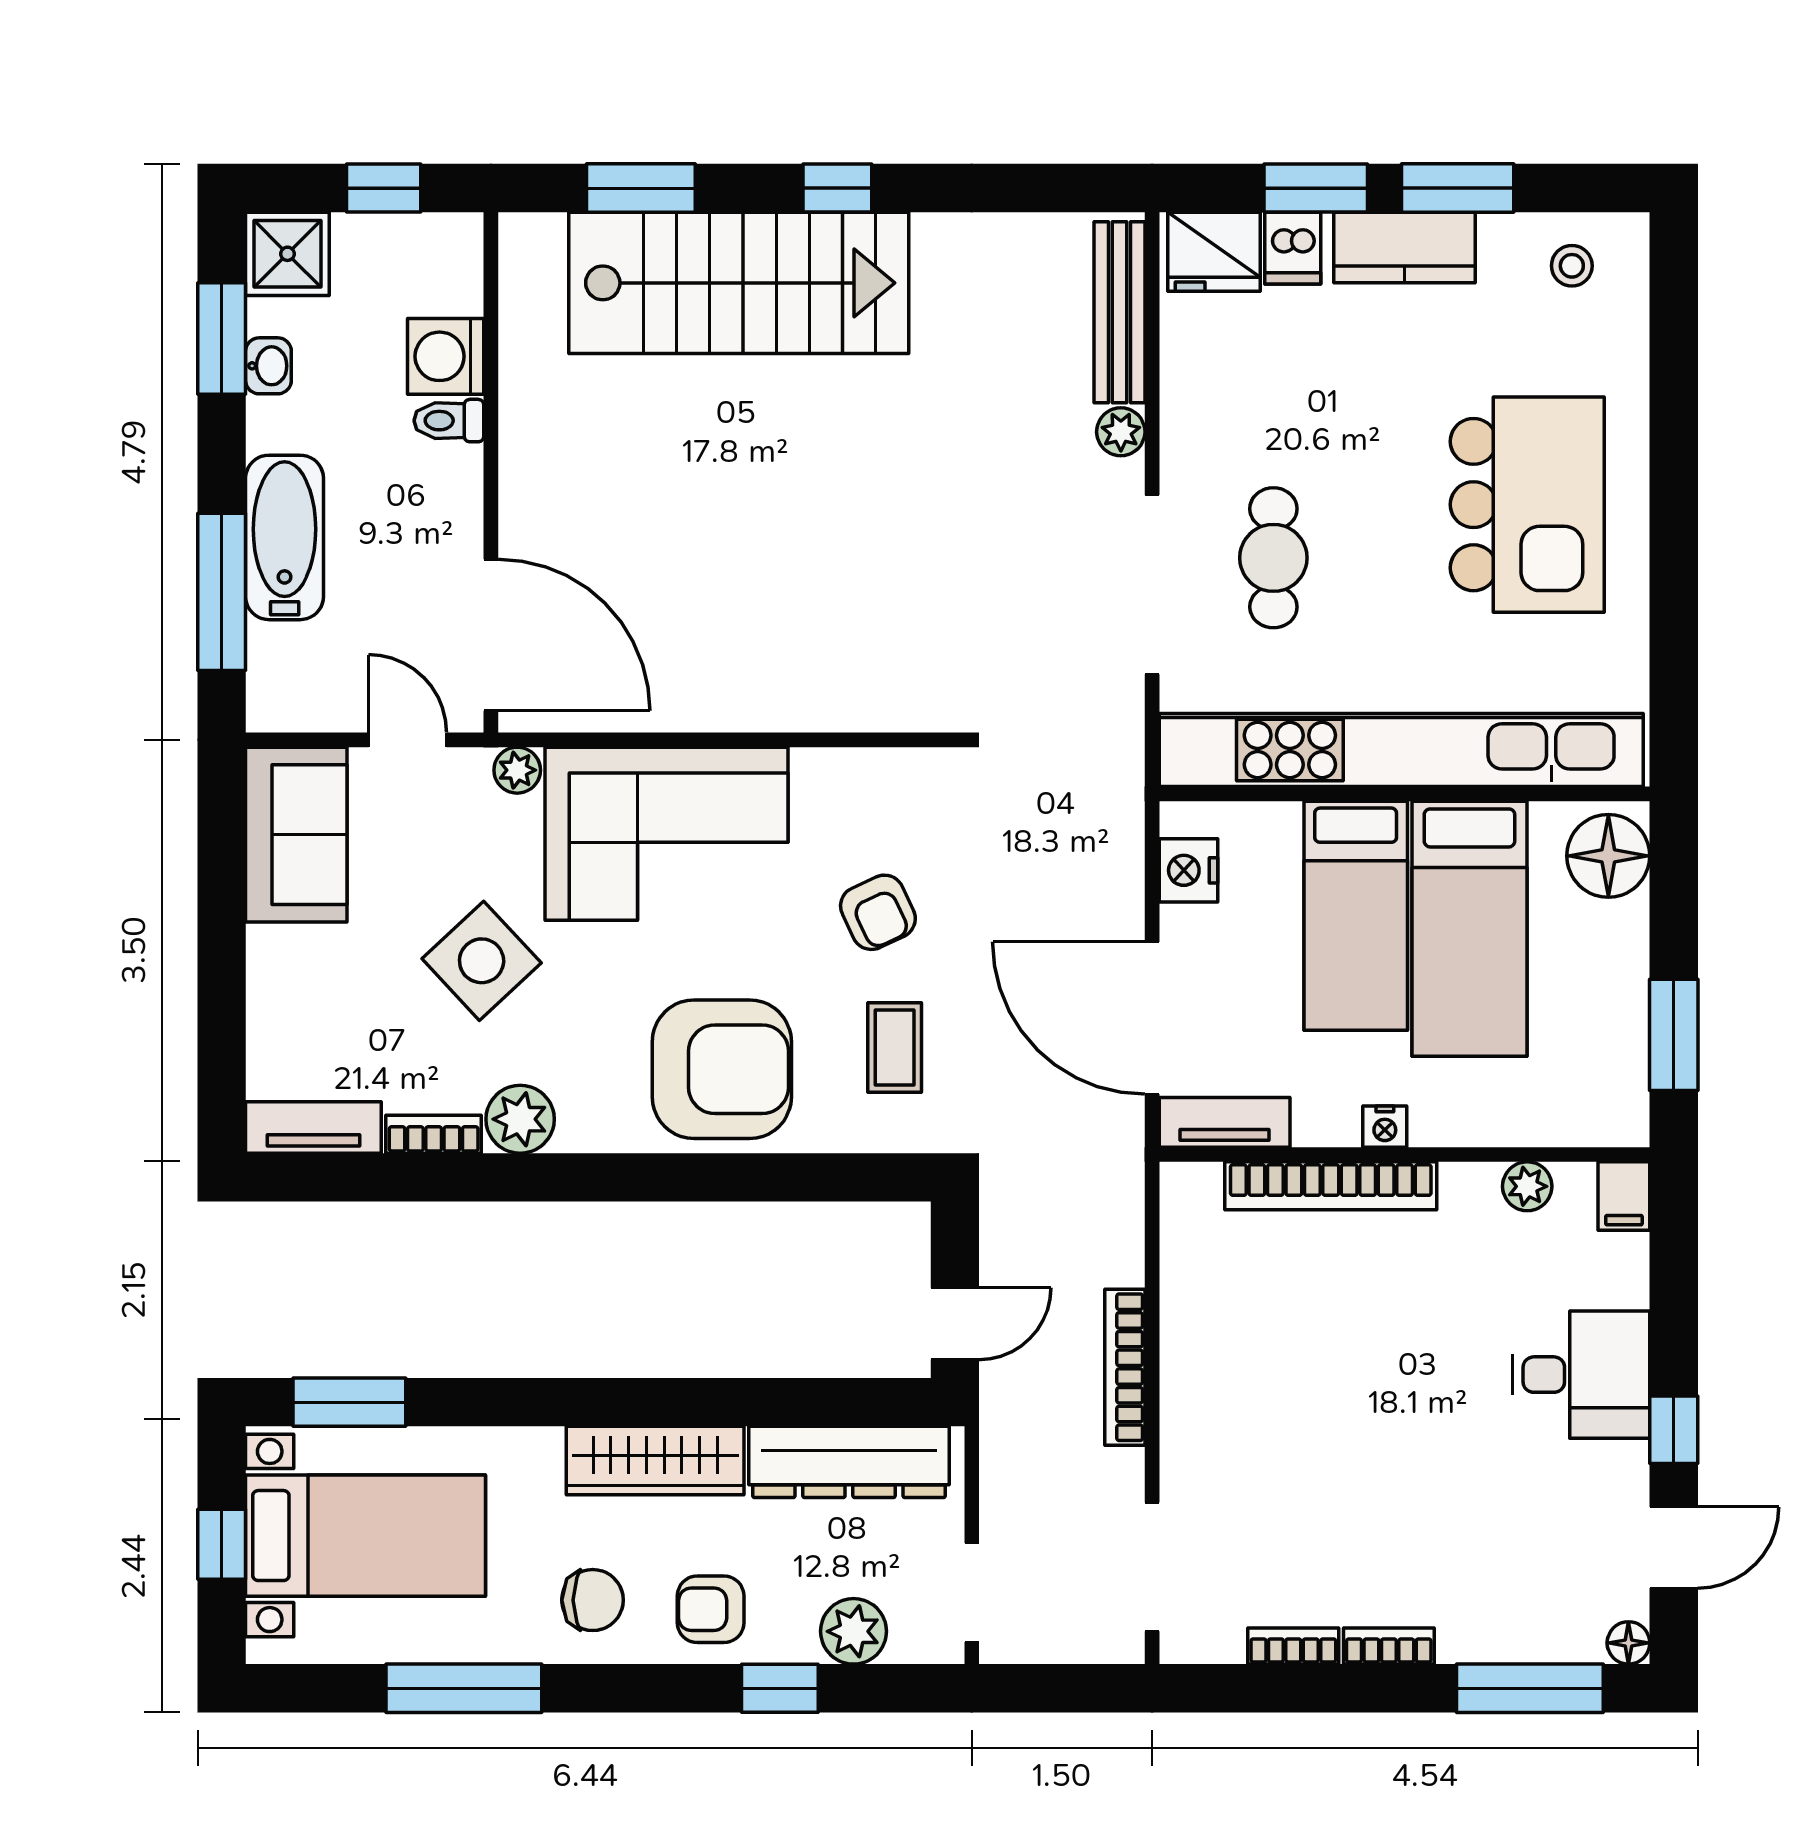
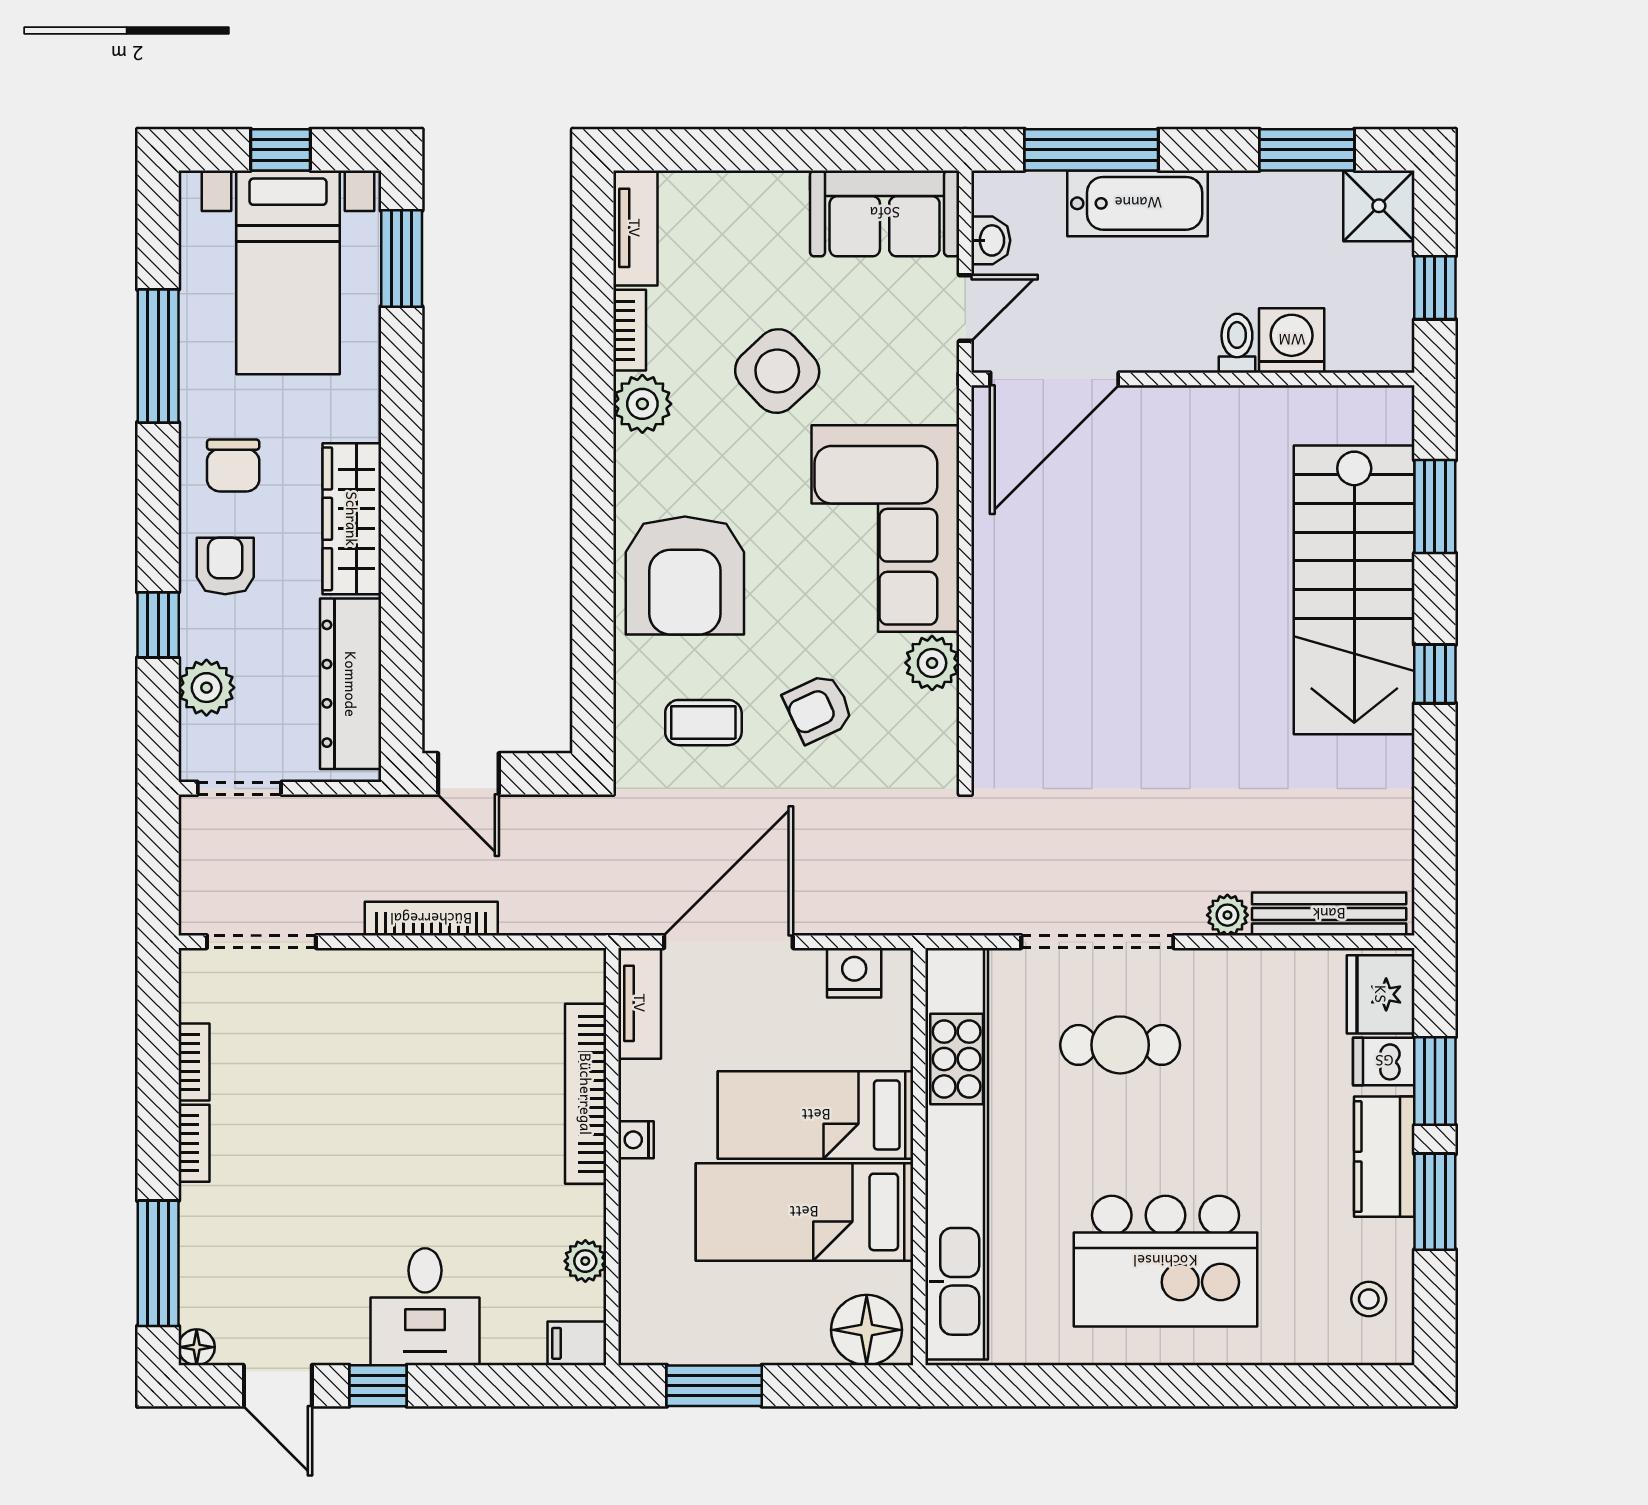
washbasin: (268, 366) -> (991, 240), moved, turned -90
plant: (517, 770) -> (932, 663), moved, width x1.38, depth x1.38

